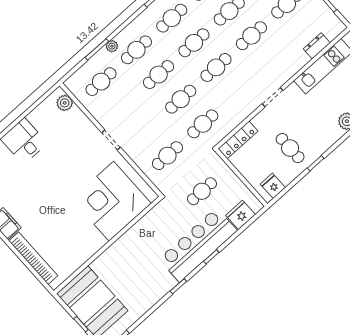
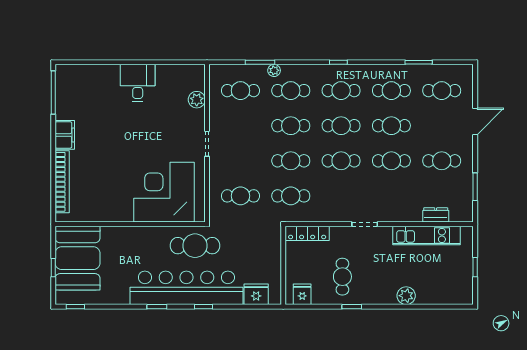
plant: (65, 103) -> (197, 100), moved
cafe table: (202, 191) -> (195, 246), moved, width x1.37, depth x1.35
bar counter: (198, 245) -> (186, 288), width x1.36

